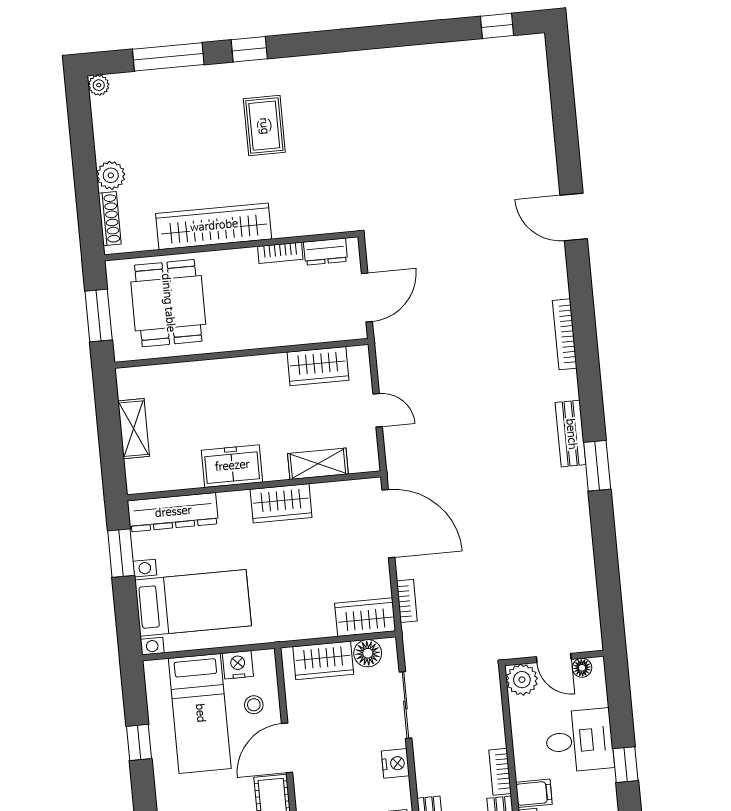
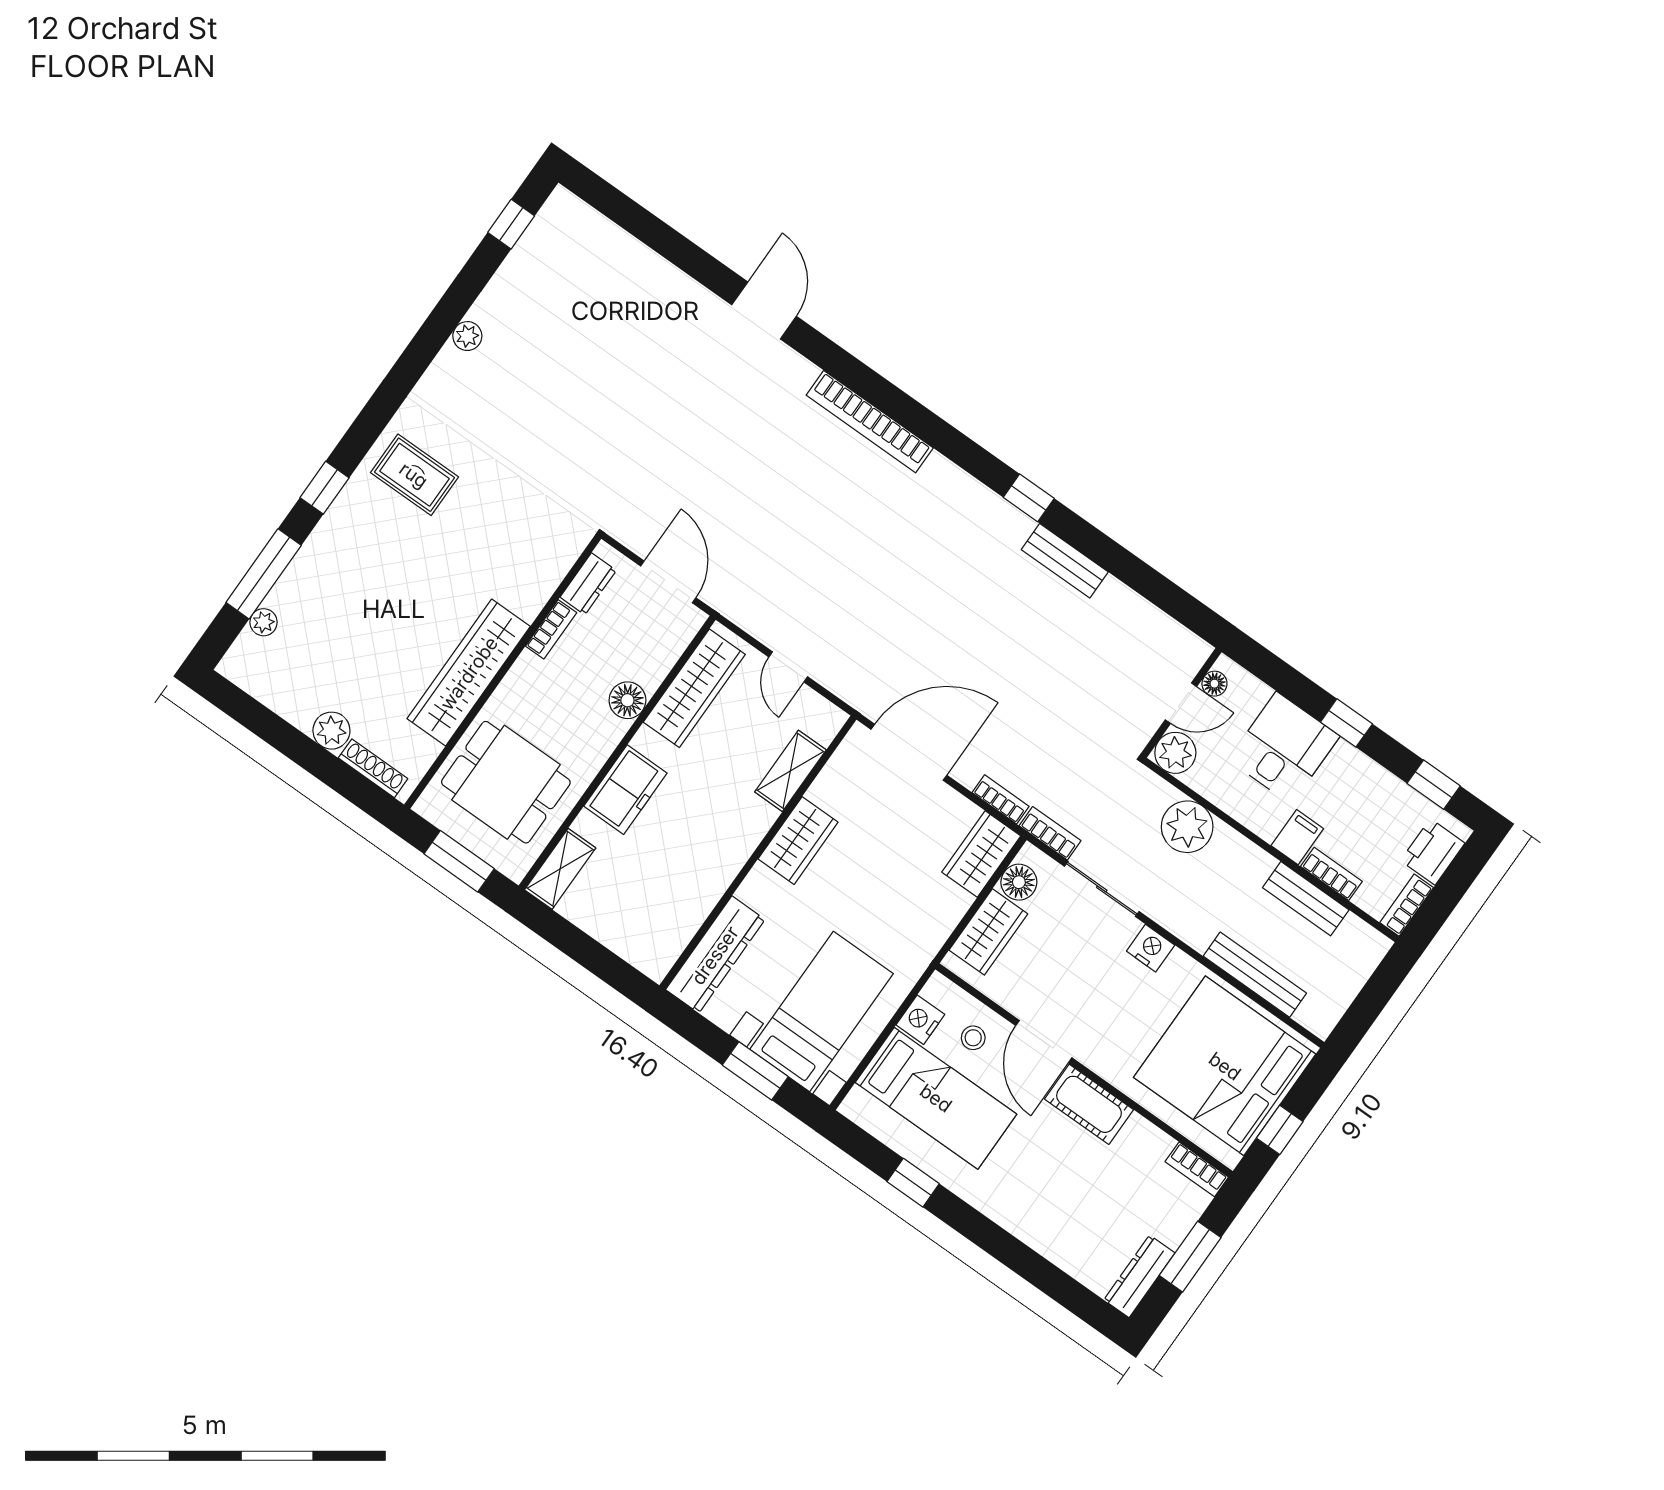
plant: (410, 56) -> (467, 336), added
plant: (99, 85) -> (264, 622), moved
rug: (264, 126) -> (414, 475), moved
door: (574, 217) -> (764, 311), swing flipped
floor lamp: (277, 333) -> (627, 700), added
bookcase: (565, 334) -> (870, 422), width x1.48, depth x1.31
wardrobe: (318, 366) -> (694, 688), width x1.50
door: (378, 410) -> (788, 667), swing flipped
shelving: (134, 429) -> (560, 869), moved, turned 90
bench: (571, 434) -> (1065, 561), moved
freezer: (232, 466) -> (625, 790), moved, turned 180
window: (597, 466) -> (1029, 498), width x0.67
window: (121, 553) -> (755, 1071), moved
plant: (485, 724) -> (1187, 827), added
bookcase: (500, 772) -> (1050, 833), moved, turned 180

